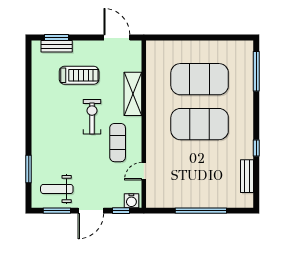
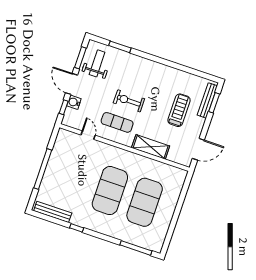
bench: (57, 46) -> (207, 100), width x1.36
treadmill: (79, 75) -> (179, 110), turned 180
exercise bike: (92, 117) -> (129, 101), moved, turned 180
bench: (247, 176) -> (53, 212), width x1.36
water cooler: (131, 201) -> (74, 102), moved

